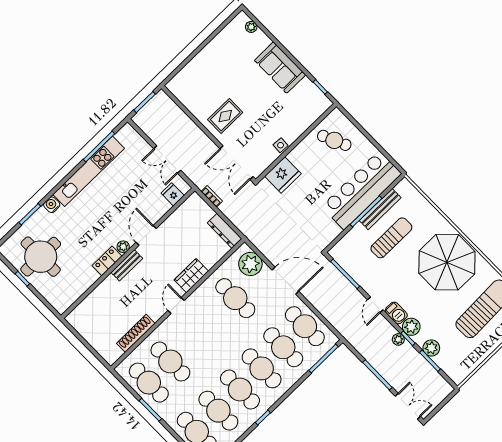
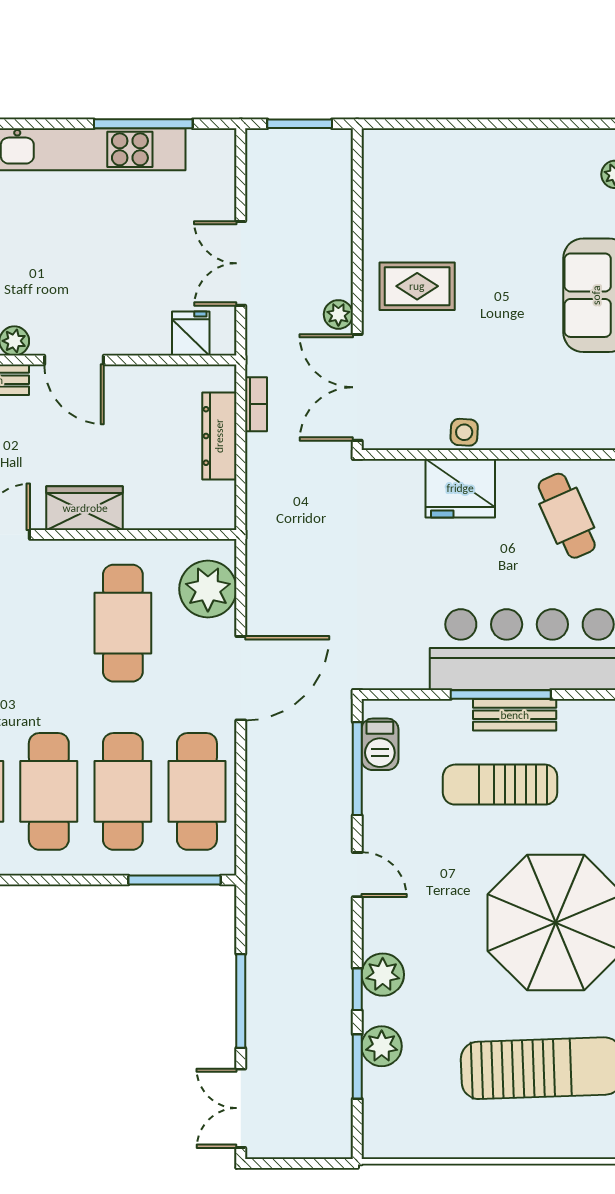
fridge: (283, 175) -> (460, 488), moved
bench: (380, 209) -> (515, 715), width x0.73
dresser: (225, 231) -> (219, 436), moved
door: (146, 235) -> (74, 360), swing flipped
sun lounger: (391, 238) -> (500, 785), turned 180
door: (285, 281) -> (241, 678), hinge flipped
door: (375, 305) -> (357, 875), swing flipped
barbecue: (396, 313) -> (380, 744), moved
plant: (398, 339) -> (338, 314), moved
double door: (408, 406) -> (241, 1108), swing flipped

